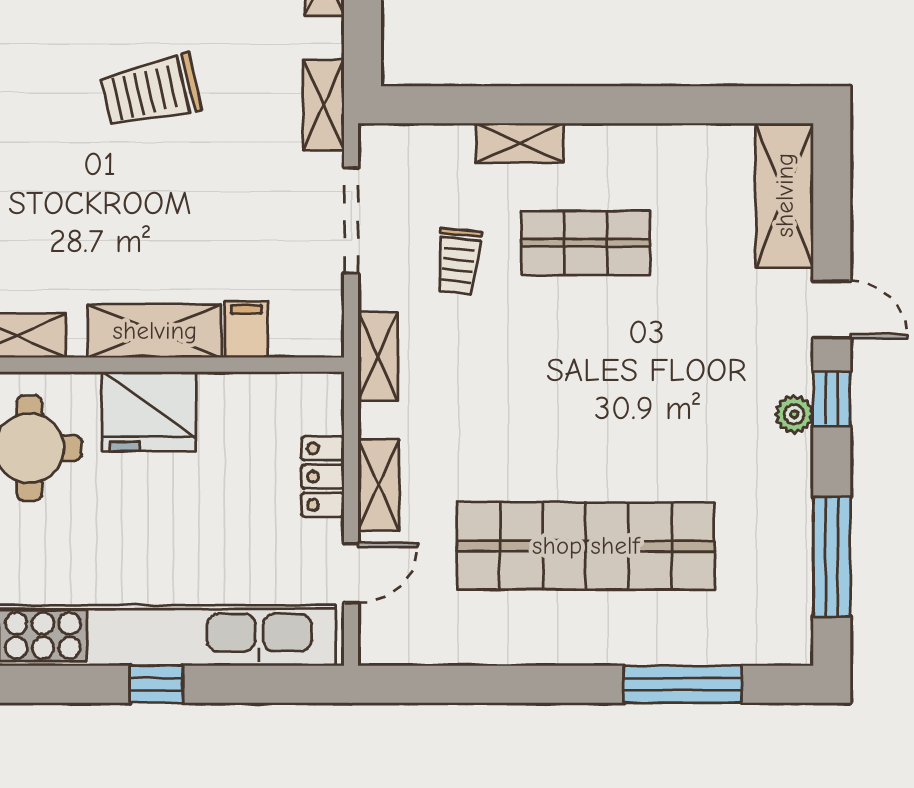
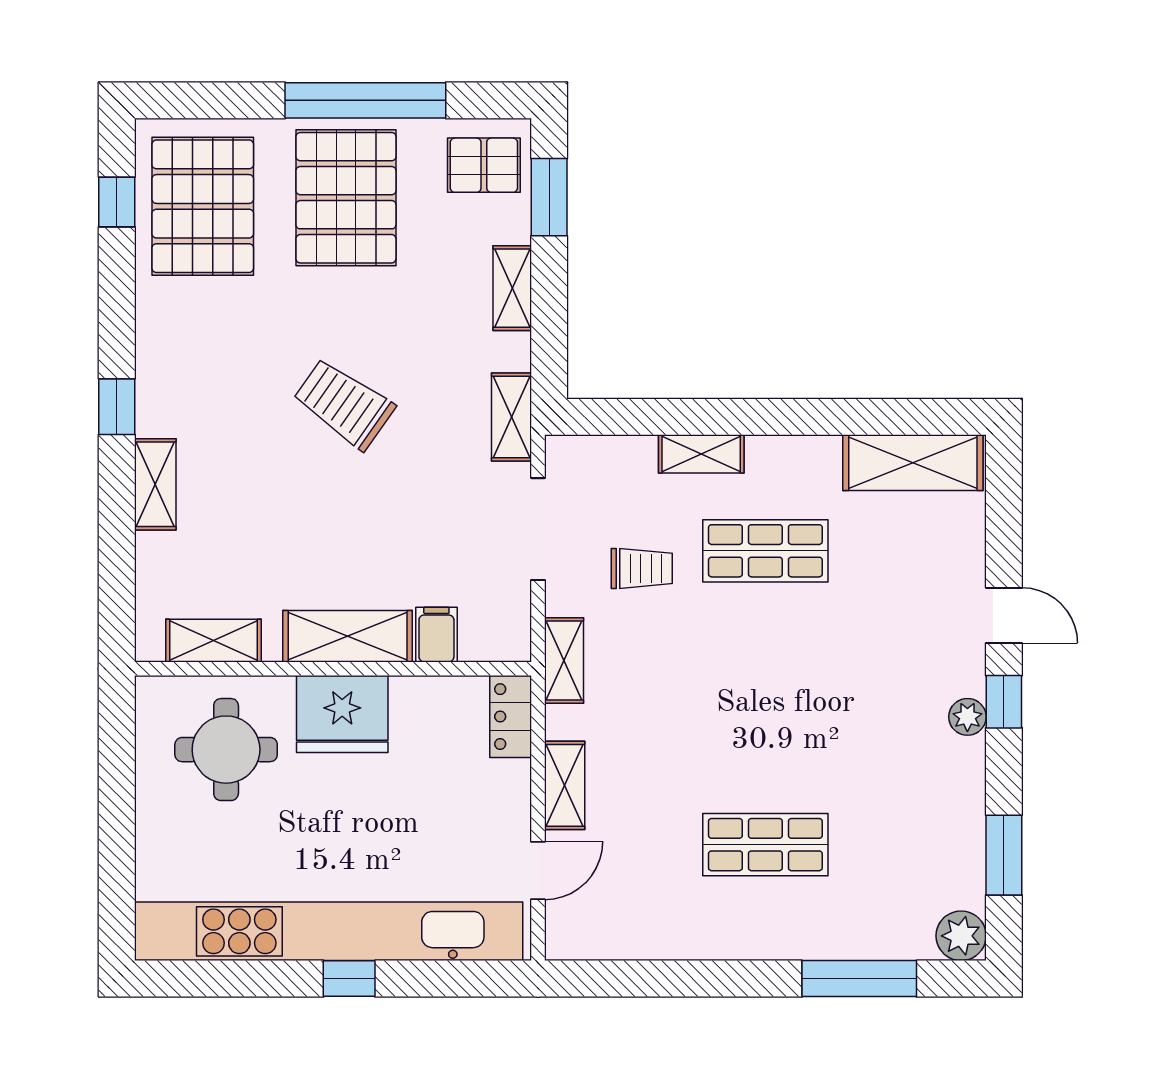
trolley: (151, 91) -> (344, 404), turned 48
shelving: (785, 195) -> (913, 463), moved, turned 90
trolley: (458, 261) -> (642, 568), turned -96
locker: (323, 477) -> (511, 717), moved
shop shelf: (586, 546) -> (765, 845), width x0.50, depth x0.74
window: (832, 557) -> (1004, 855), width x0.69
plant: (788, 640) -> (961, 936), added

